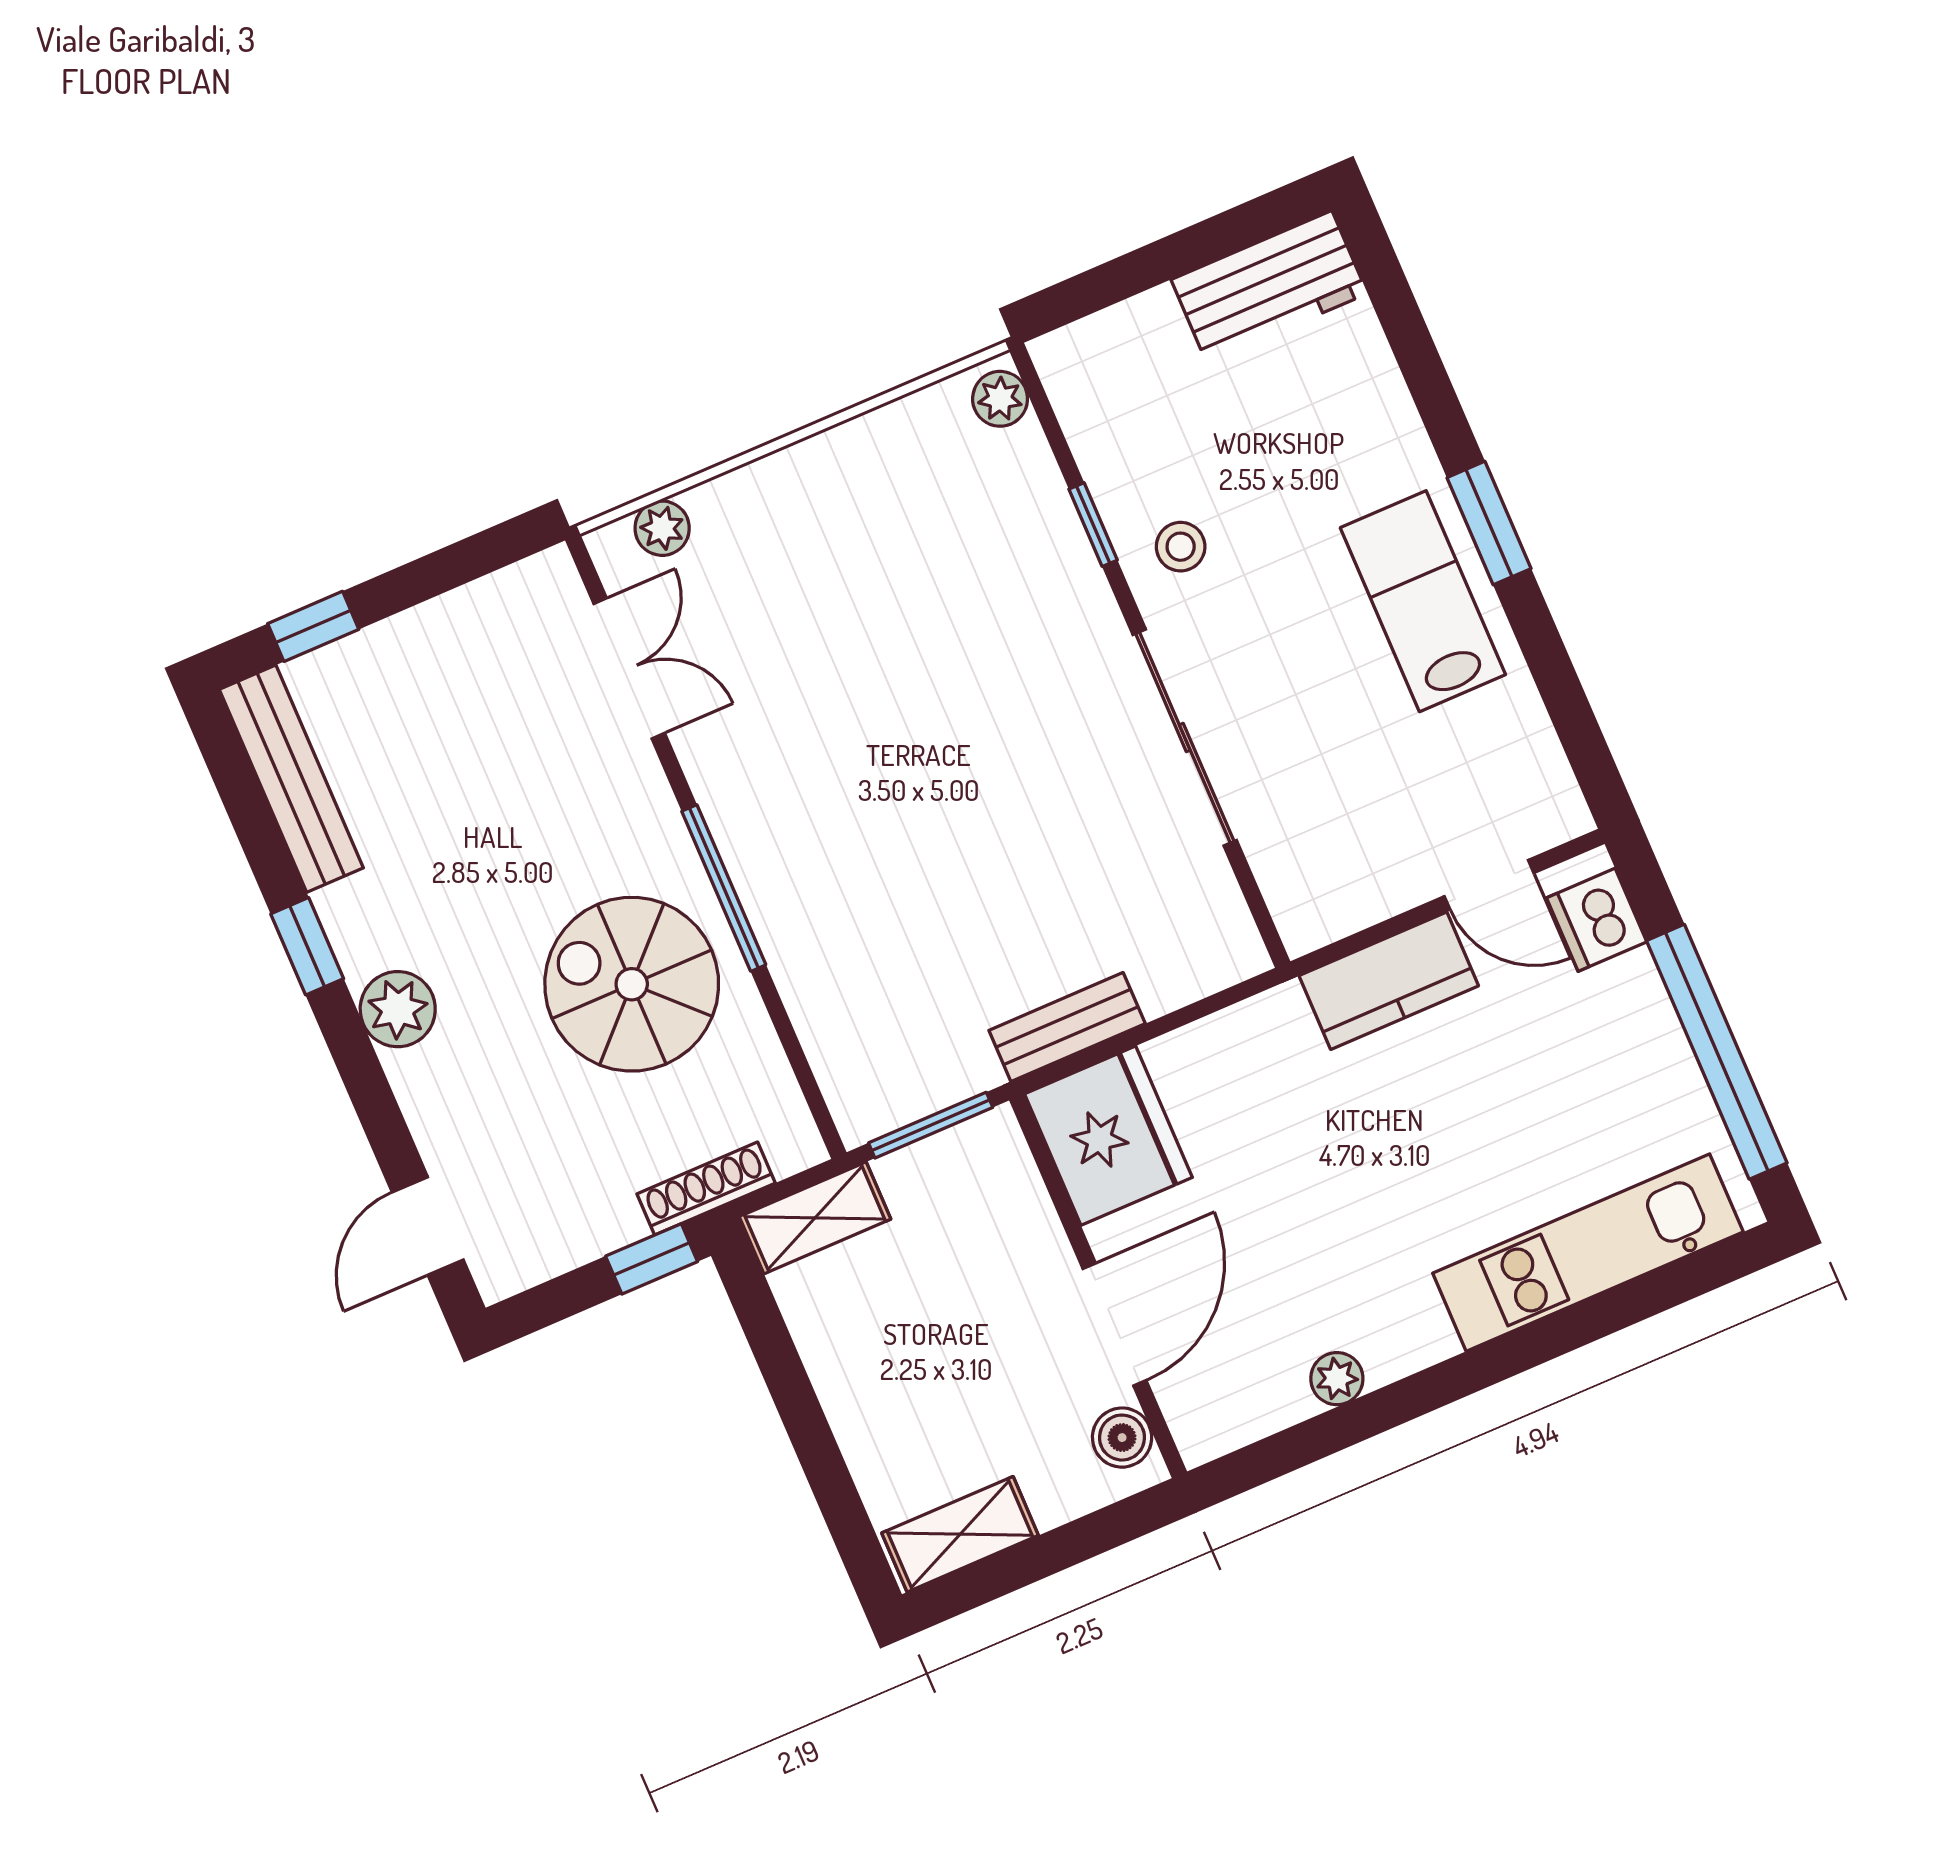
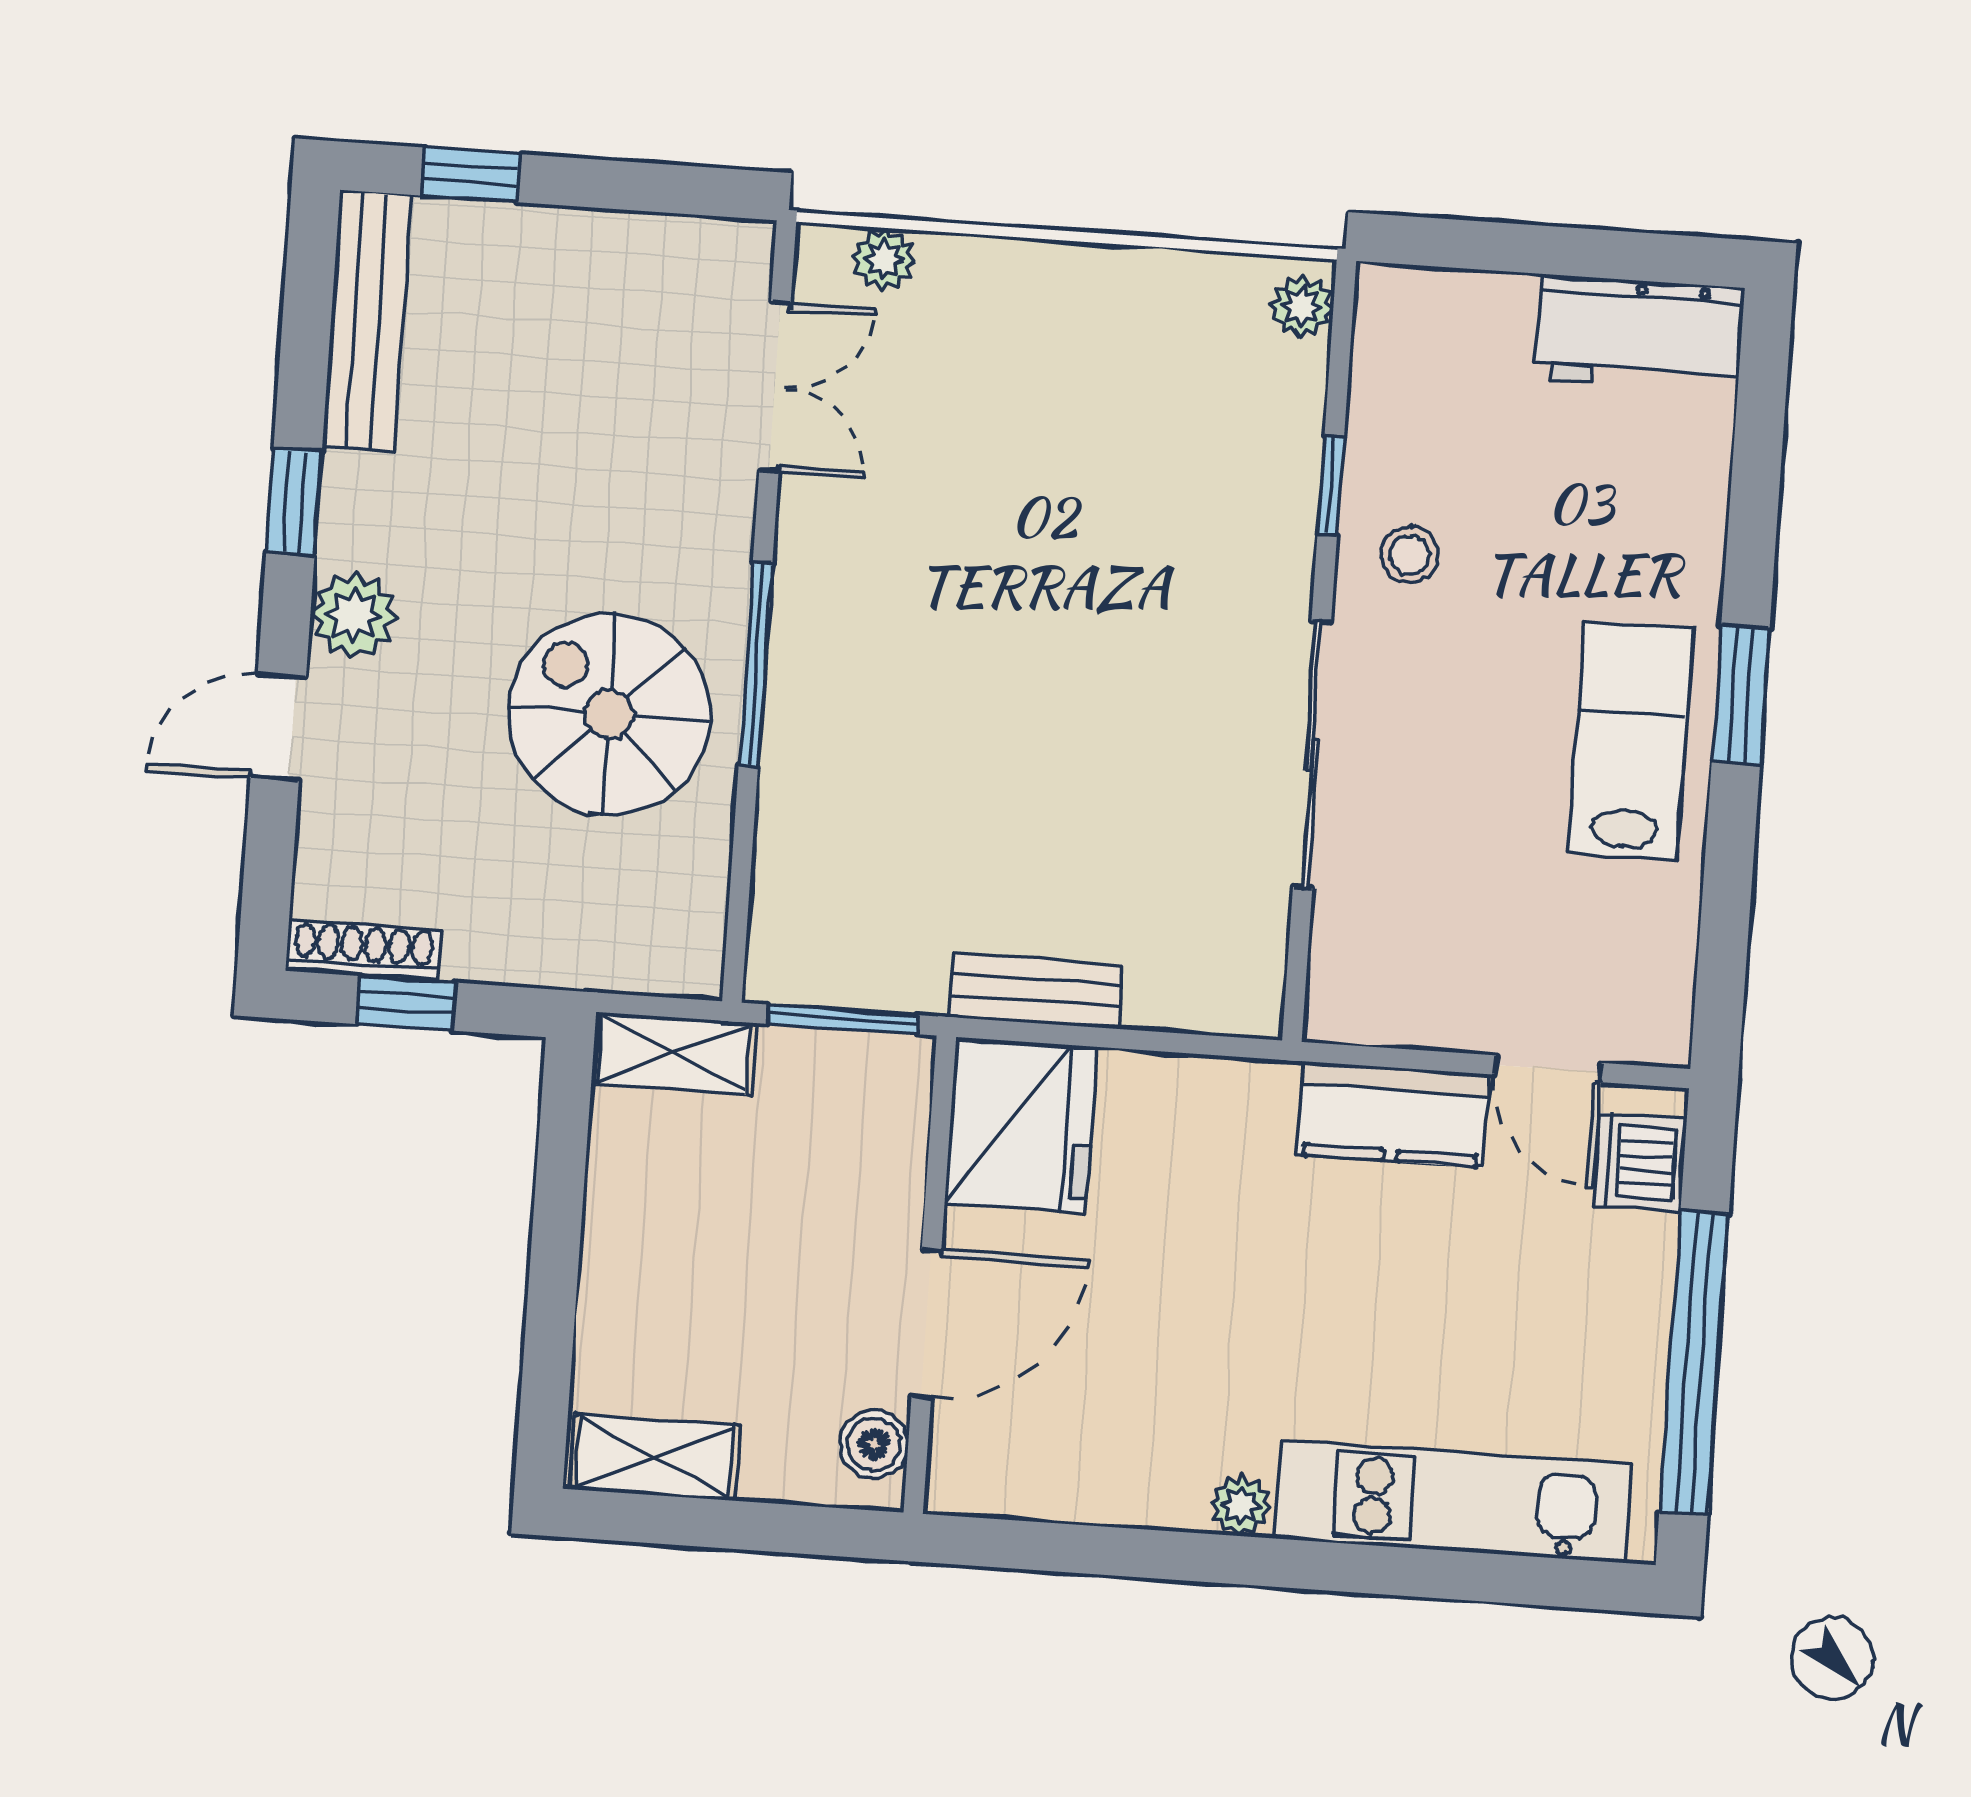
shoe rack: (706, 1189) -> (363, 950), moved
door: (428, 1226) -> (278, 727), moved
window: (652, 1259) -> (407, 1003), moved
plant: (1337, 1379) -> (1241, 1506), moved

